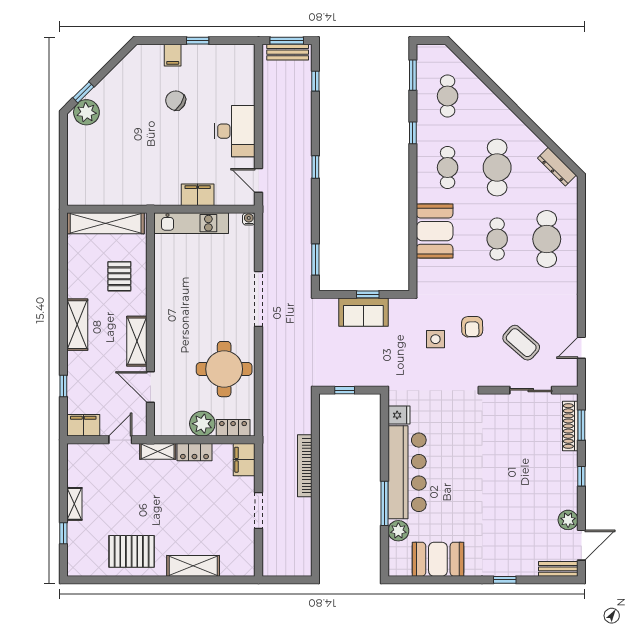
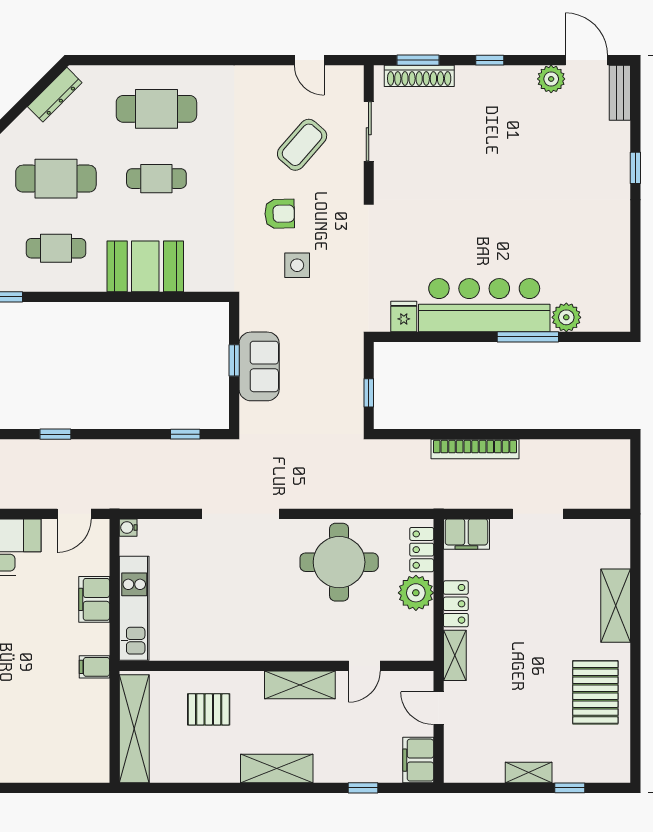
filing cabinet: (150, 195) -> (94, 667), added
window: (315, 259) -> (185, 434), width x0.67
door: (150, 387) -> (364, 666), width x0.73
booth: (438, 559) -> (606, 262), removed

